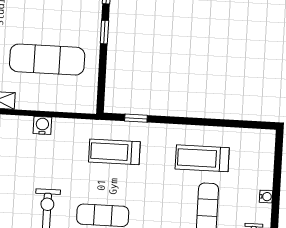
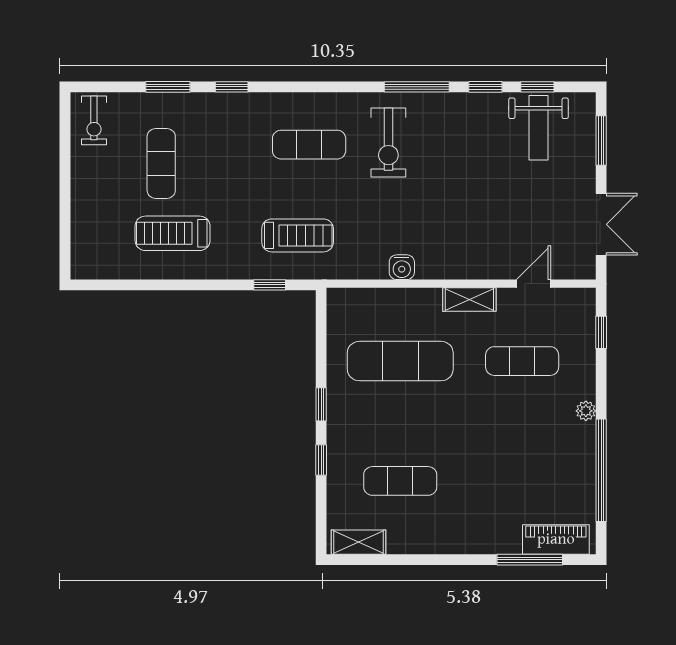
treadmill: (202, 158) -> (173, 233), turned 180
water cooler: (266, 197) -> (79, 184), removed

